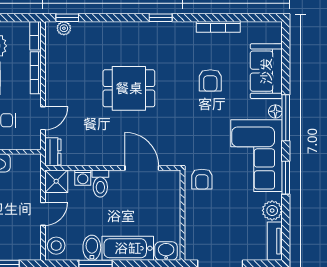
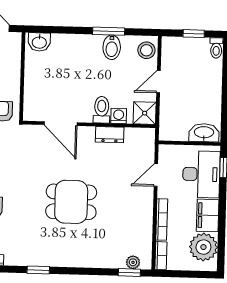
dresser: (53, 152) -> (110, 135), moved, turned -90
bathtub: (128, 248) -> (77, 46), removed

